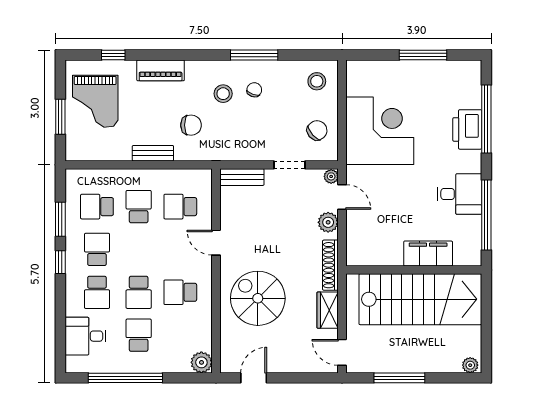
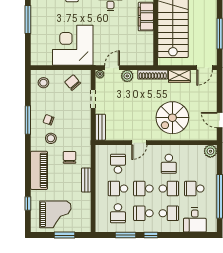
piano: (161, 70) -> (39, 170), width x1.37, depth x1.33
school desk: (180, 207) -> (118, 164), turned 180
school desk: (139, 249) -> (143, 189), added

